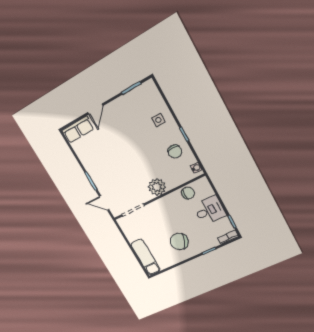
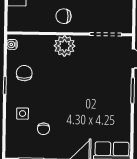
chair: (136, 117) -> (43, 129), added
chair: (188, 193) -> (63, 16), moved

